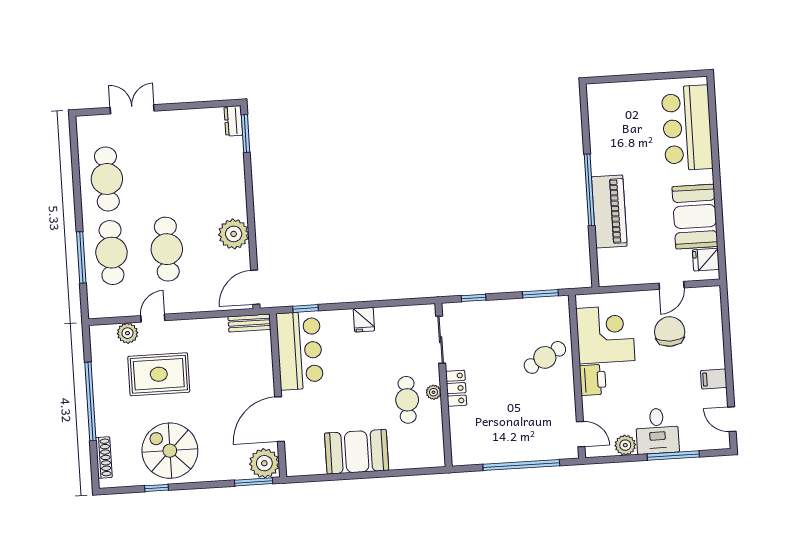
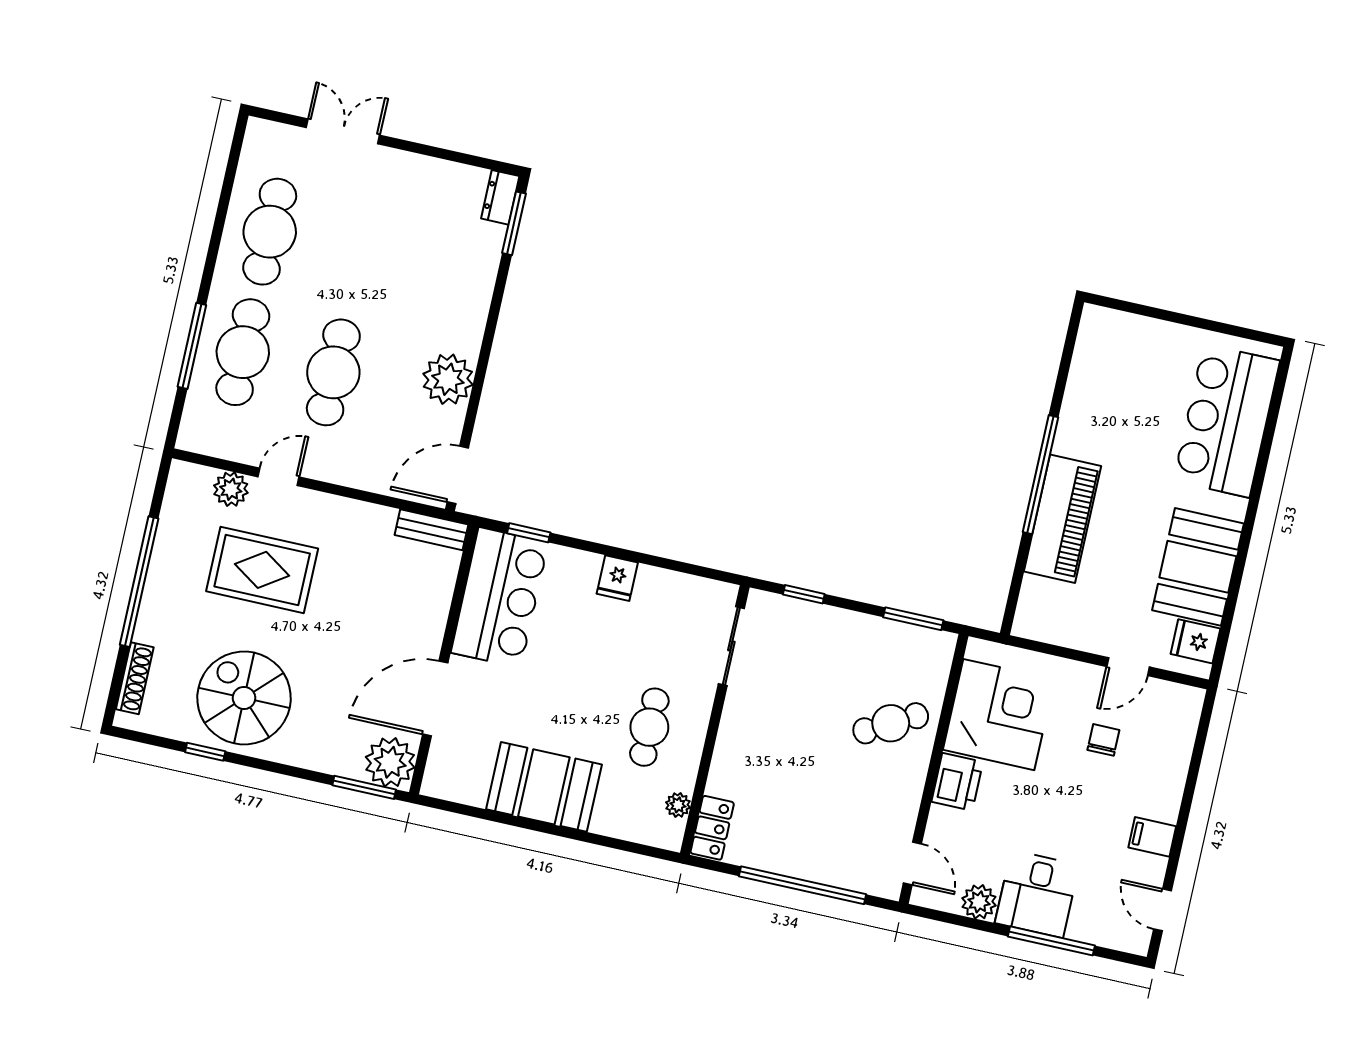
chair: (670, 332) -> (1103, 740), width x0.54, depth x0.54
locker: (456, 388) -> (712, 828), moved
plant: (433, 392) -> (678, 805), moved

